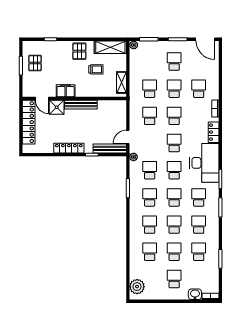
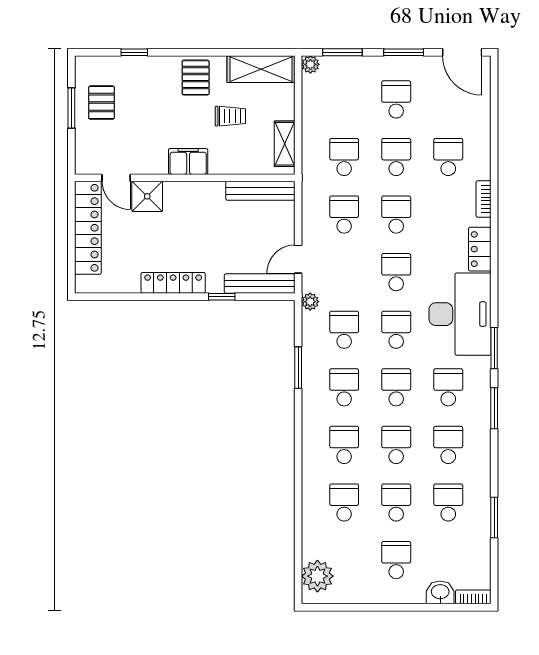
filing cabinet: (66, 91) -> (188, 161), moved
bench: (81, 105) -> (260, 191), moved

